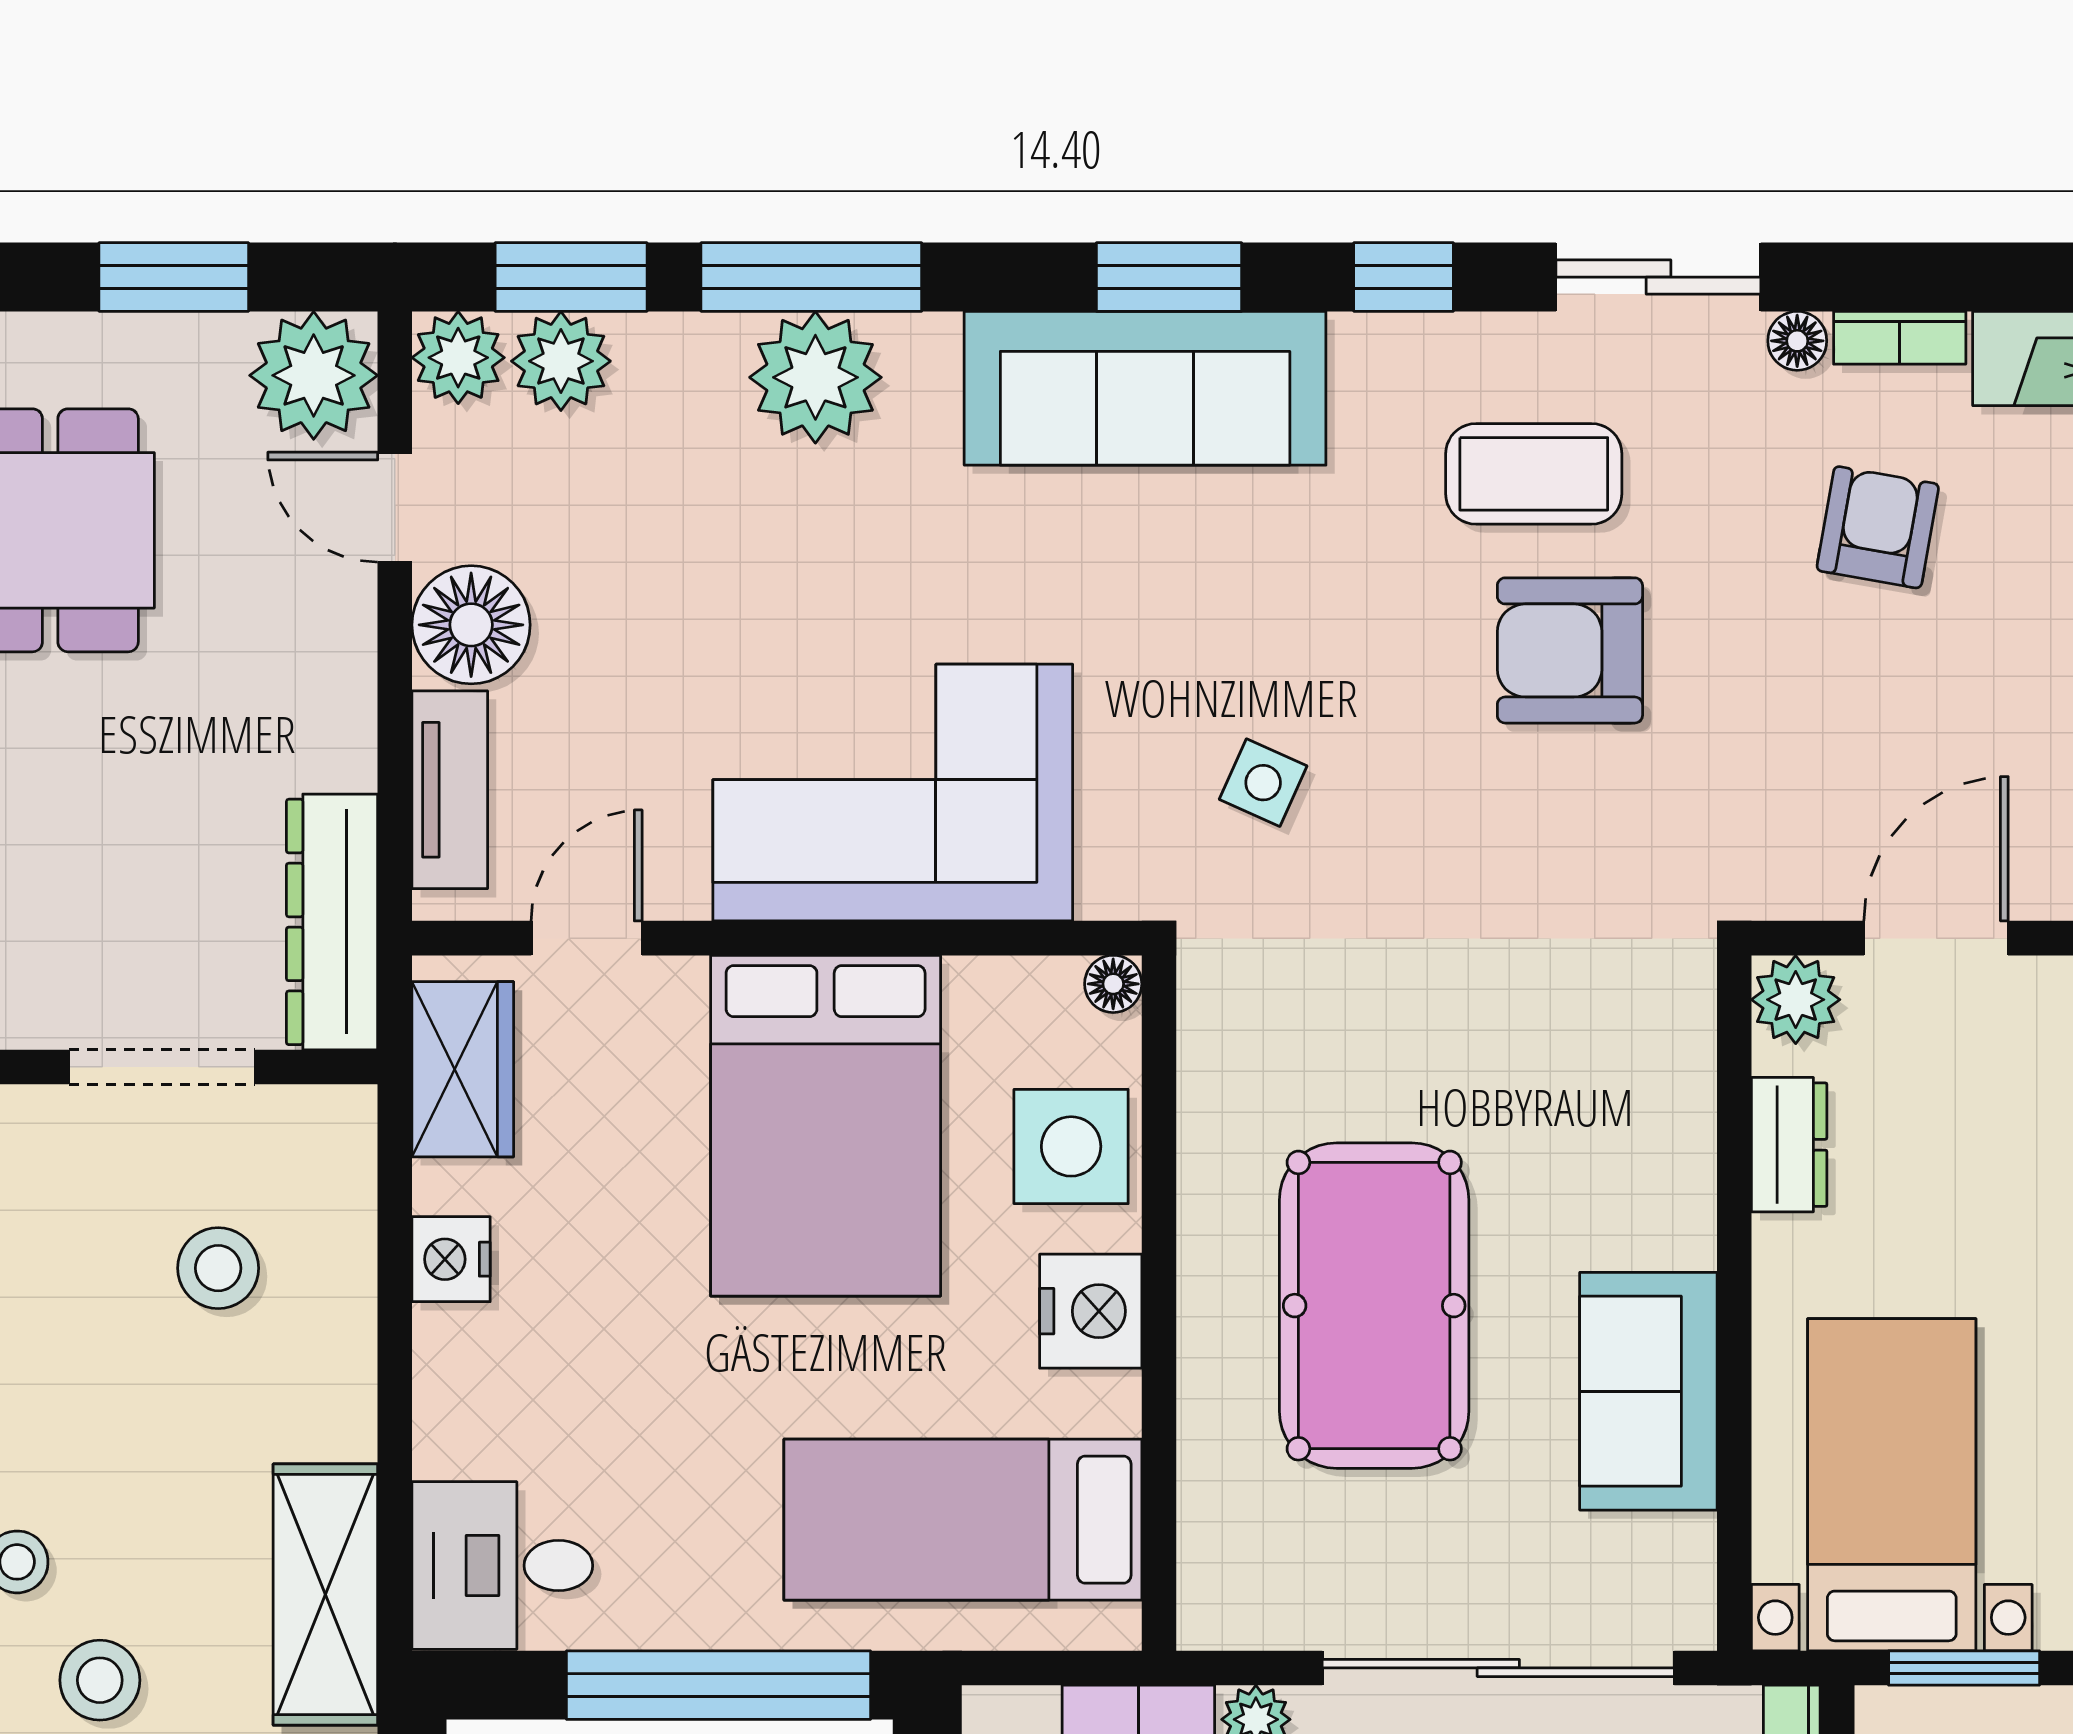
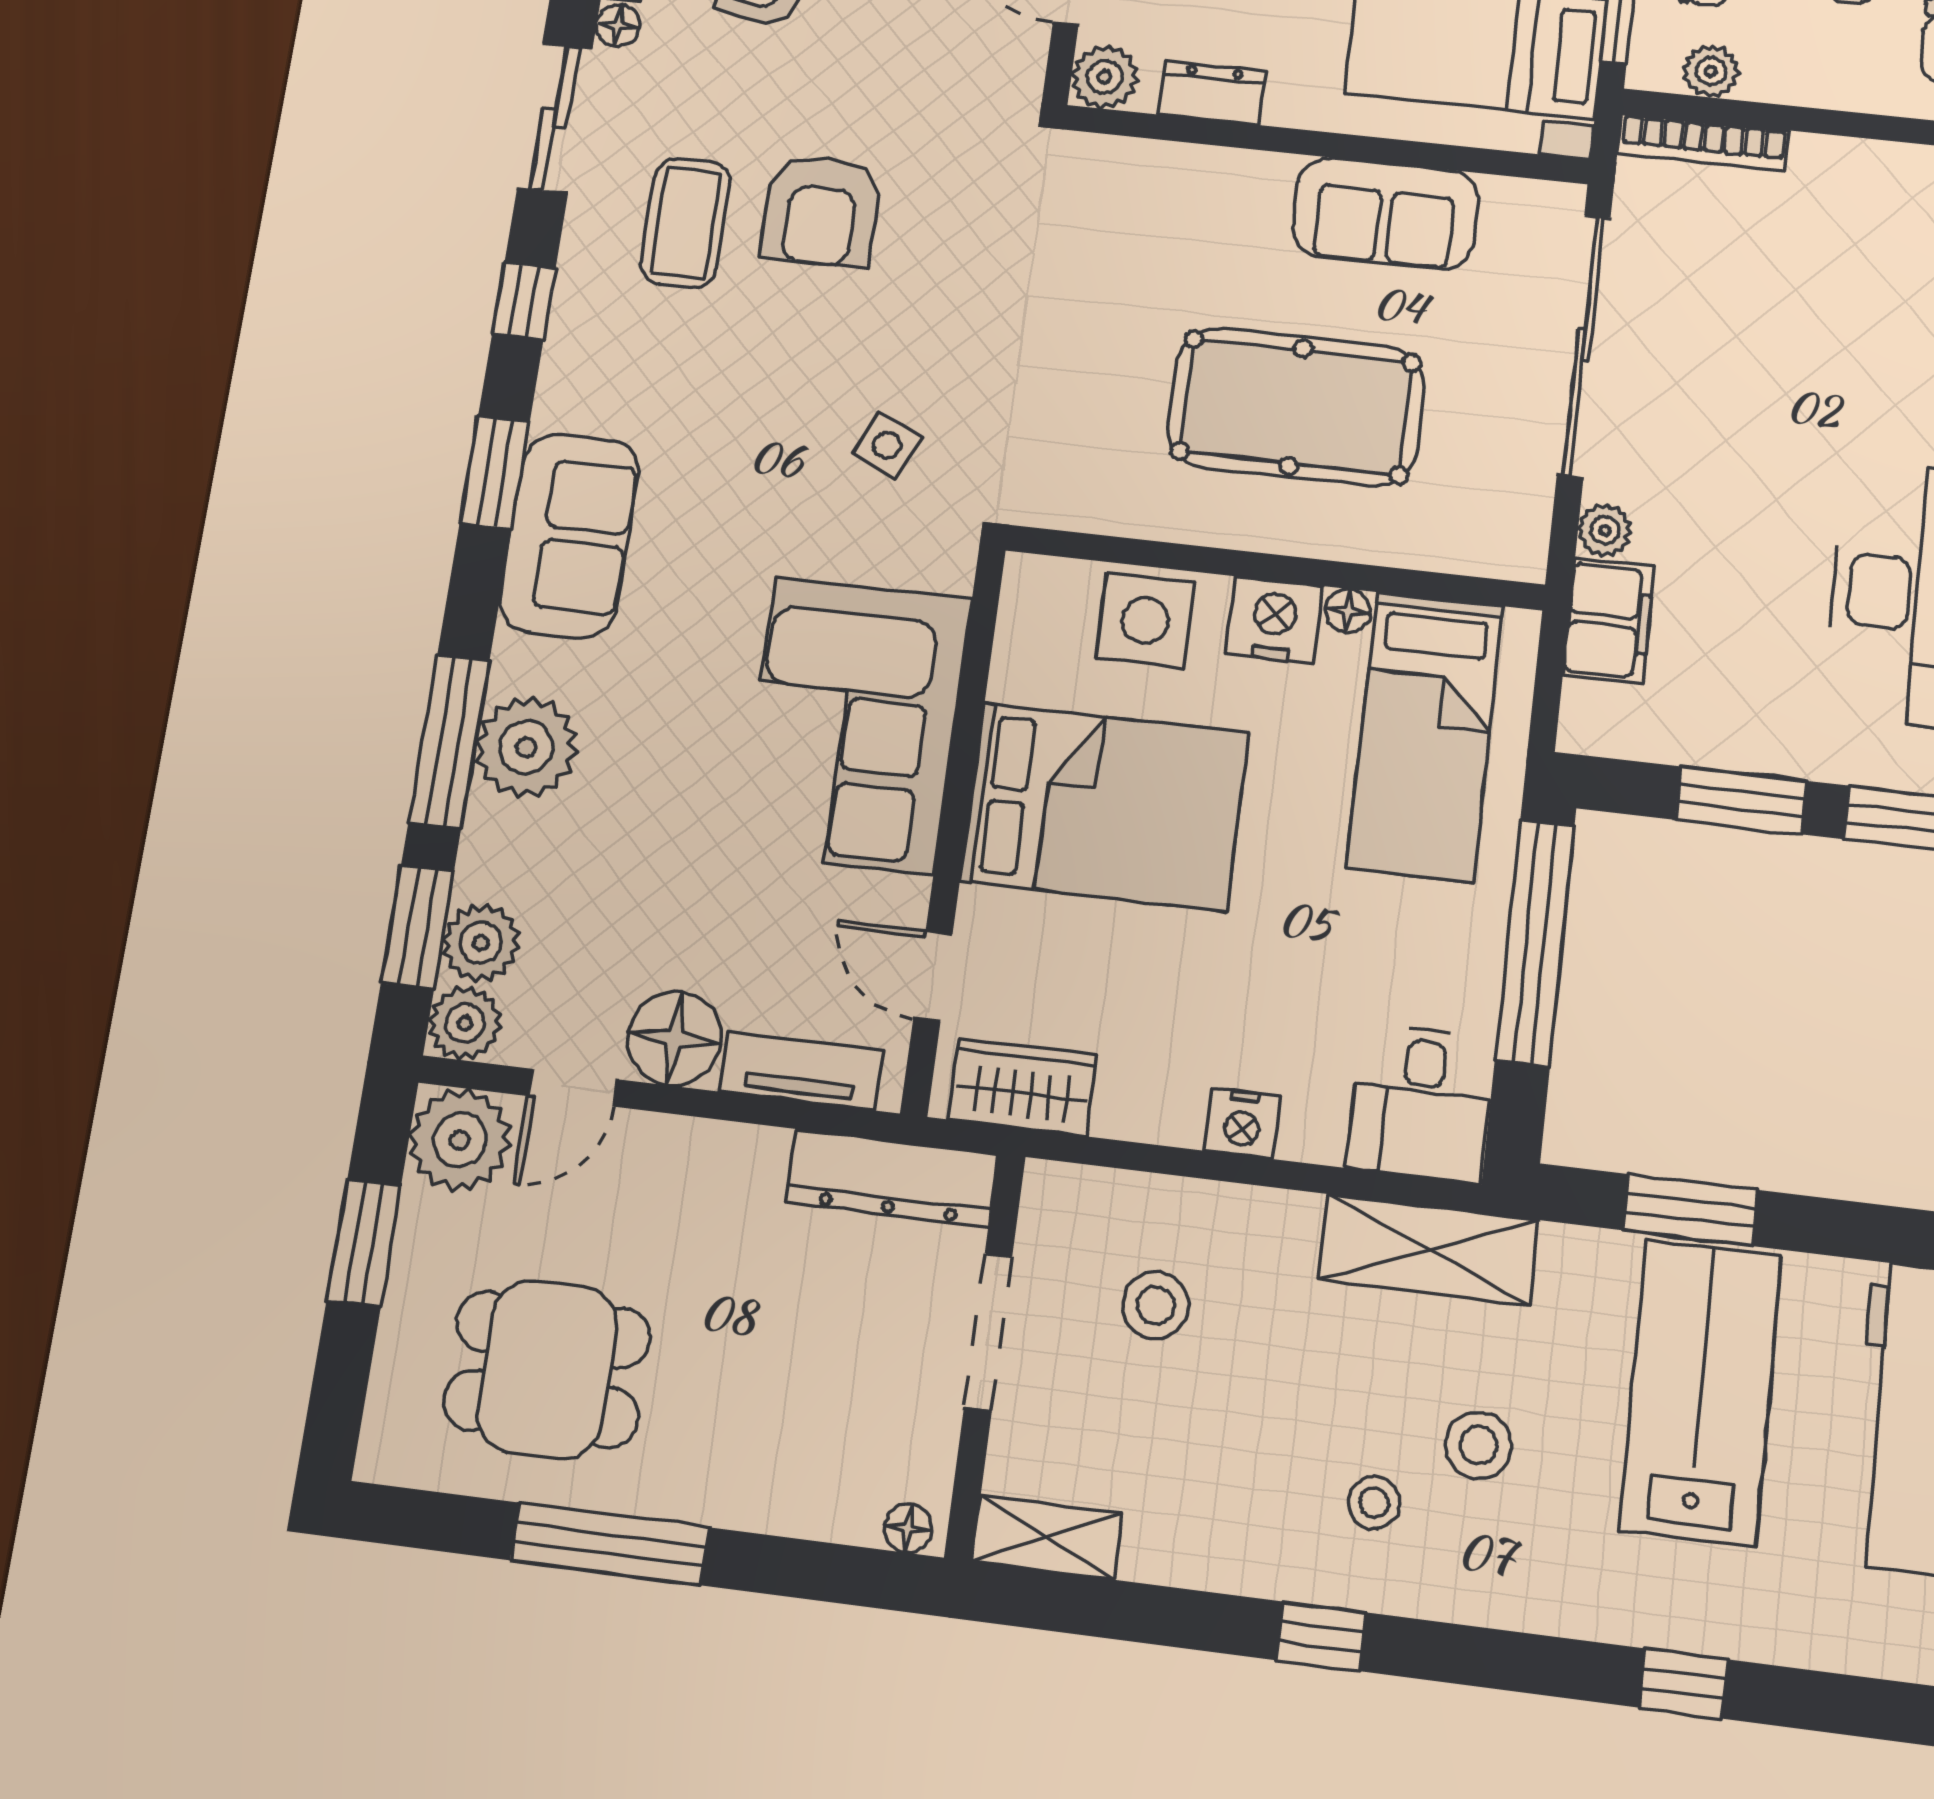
sofa: (1145, 388) -> (570, 535), width x0.73
floor lamp: (1113, 984) -> (1348, 611), moved
nightstand: (451, 1259) -> (1242, 1123), moved

